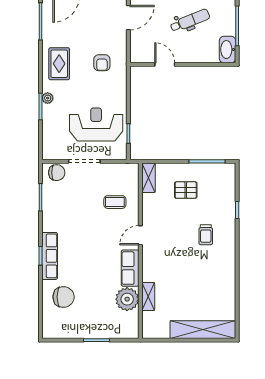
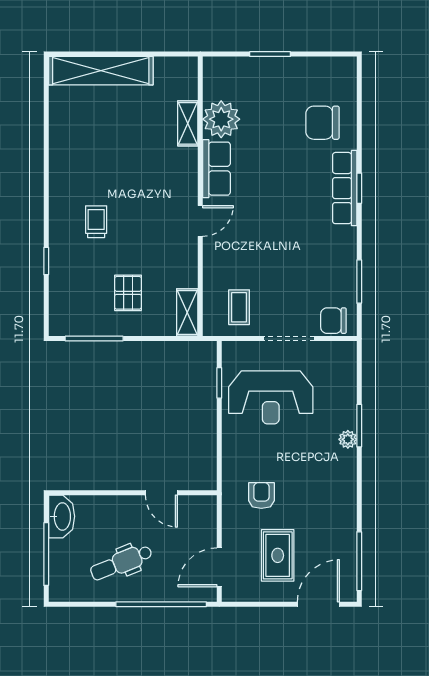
rug: (59, 64) -> (278, 555), moved
pallet: (186, 190) -> (128, 293), turned 90
coffee table: (115, 202) -> (239, 307), moved, turned 90

